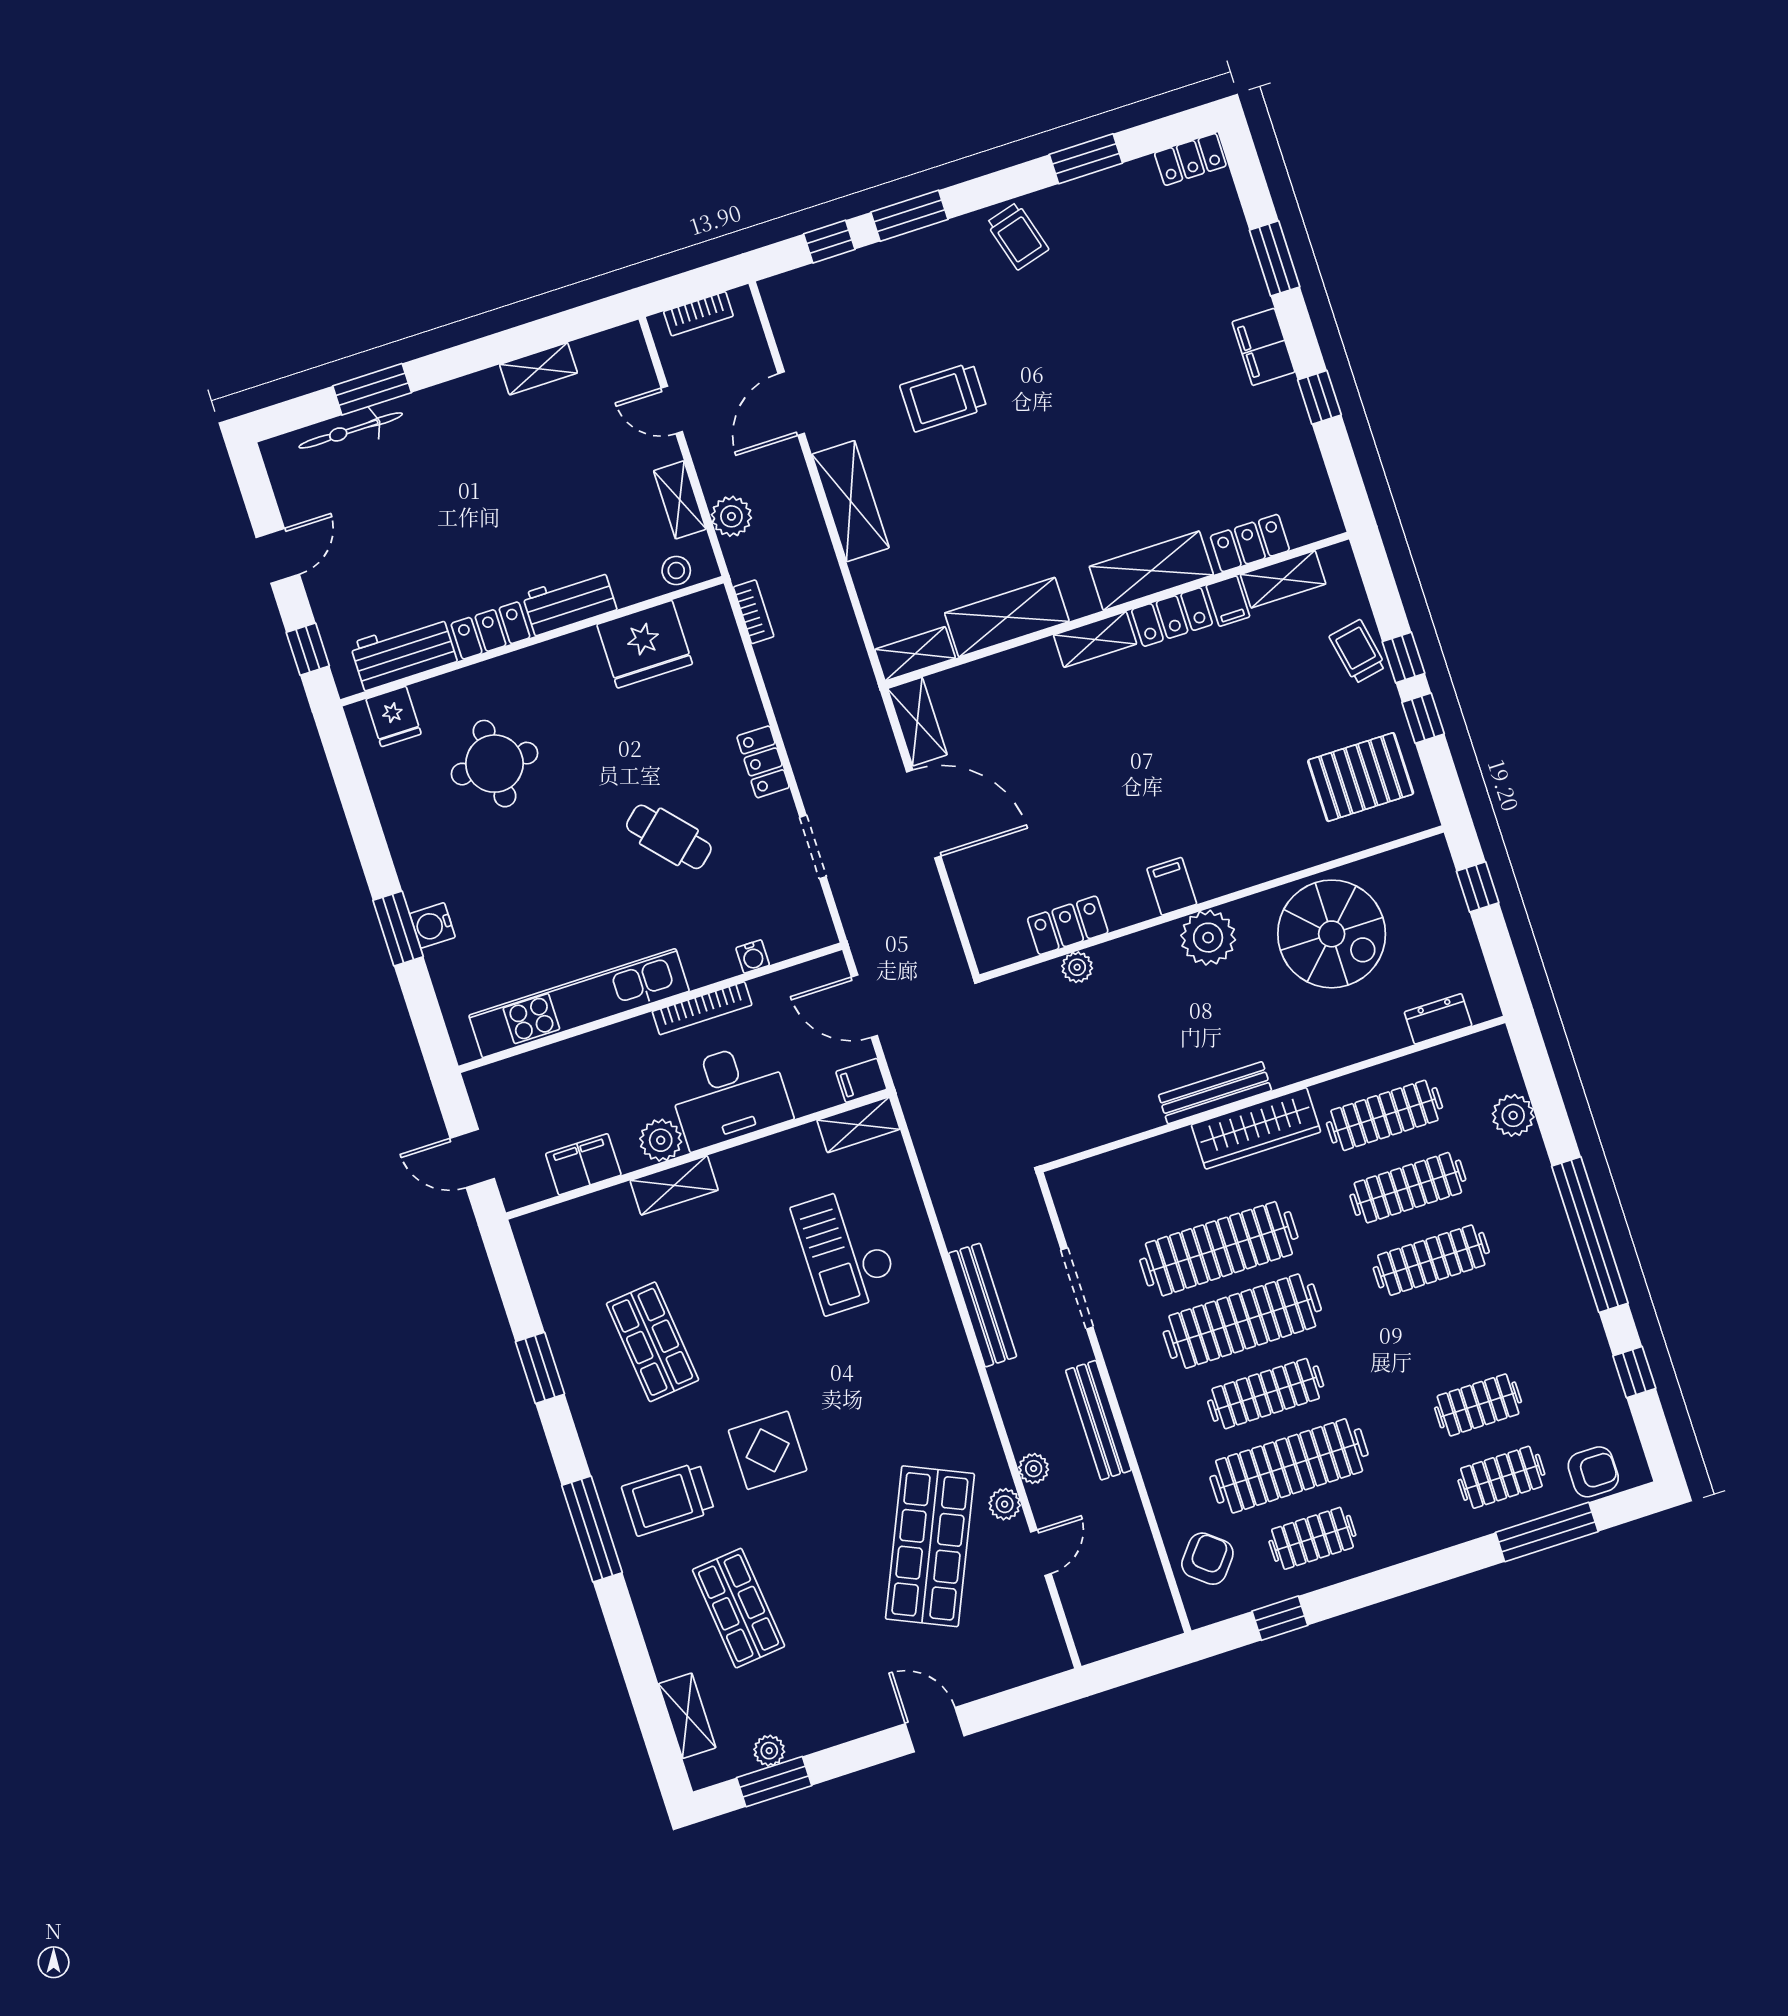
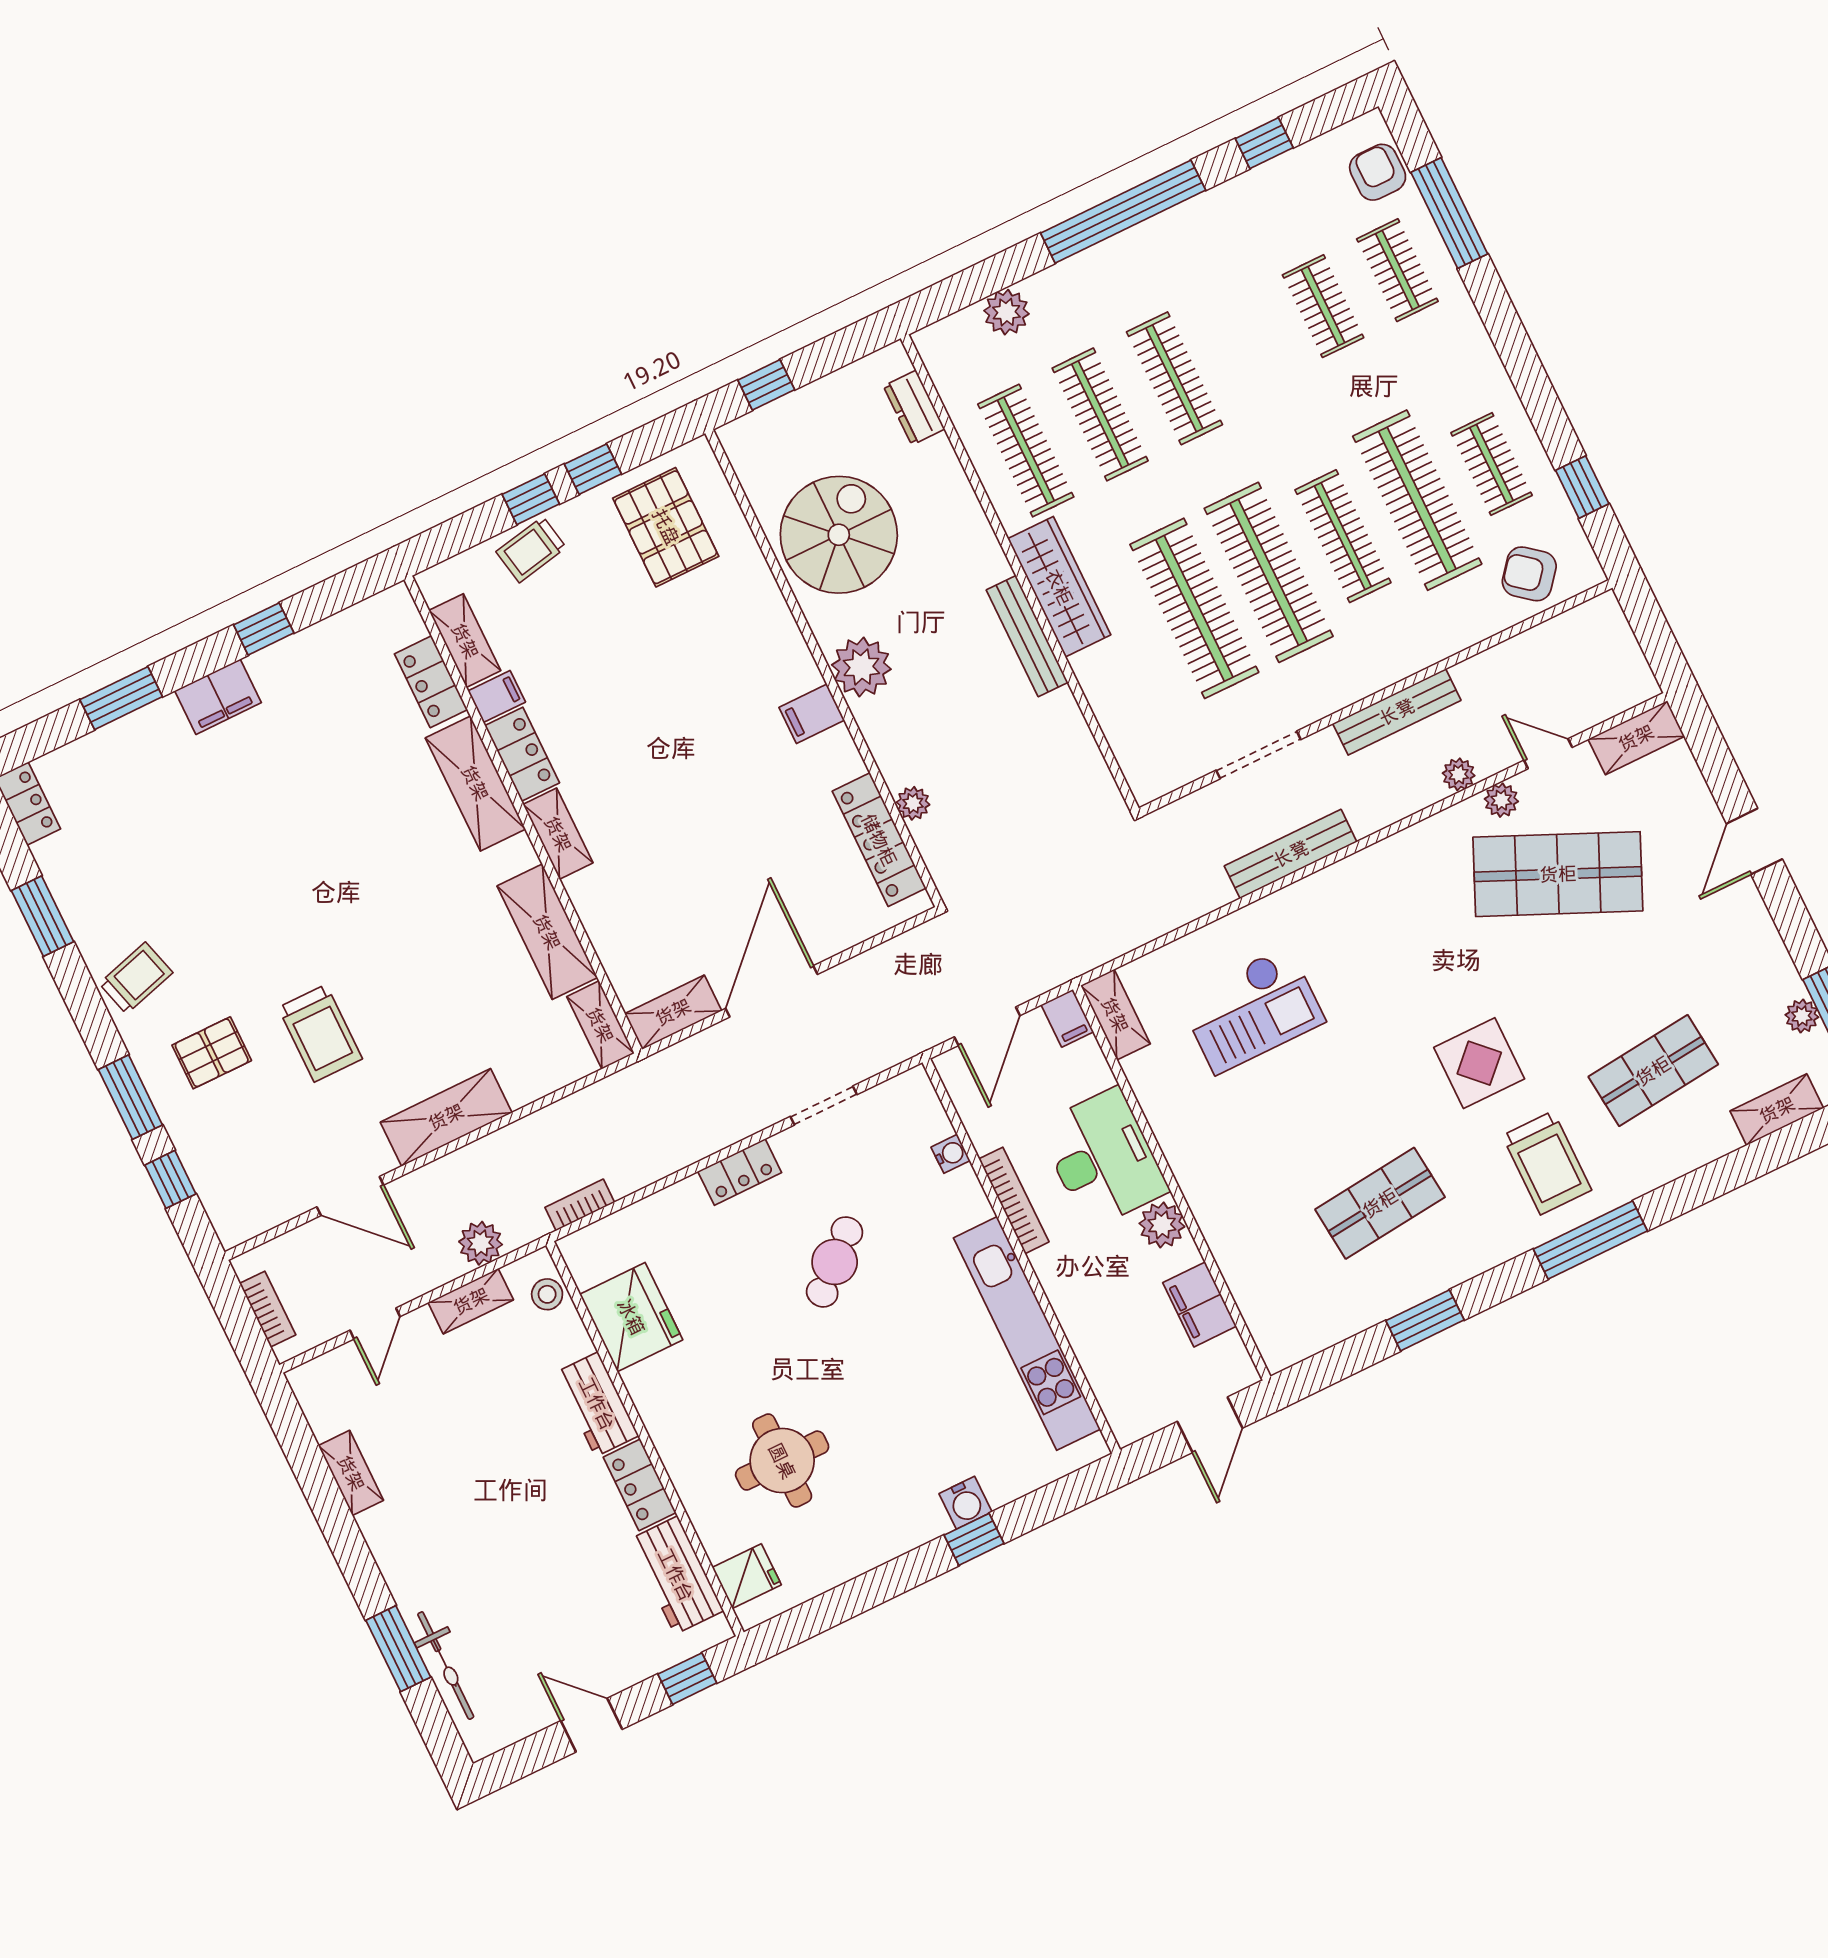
pallet: (940, 296) -> (212, 1053), added
locker: (1068, 925) -> (879, 840), width x1.53
window: (398, 928) -> (974, 1539), width x0.67
shelving: (674, 1185) -> (1636, 738), moved, turned 90

